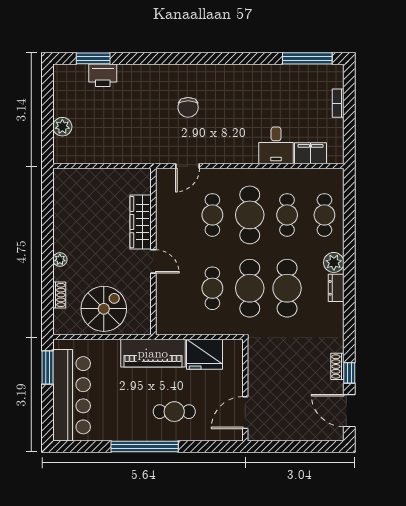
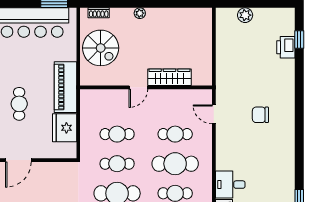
window: (93, 58) -> (299, 40), width x0.67
cafe table: (250, 288) -> (117, 164), width x0.73, depth x0.74
shoe rack: (59, 295) -> (99, 13), moved
door: (245, 413) -> (18, 160), swing flipped

